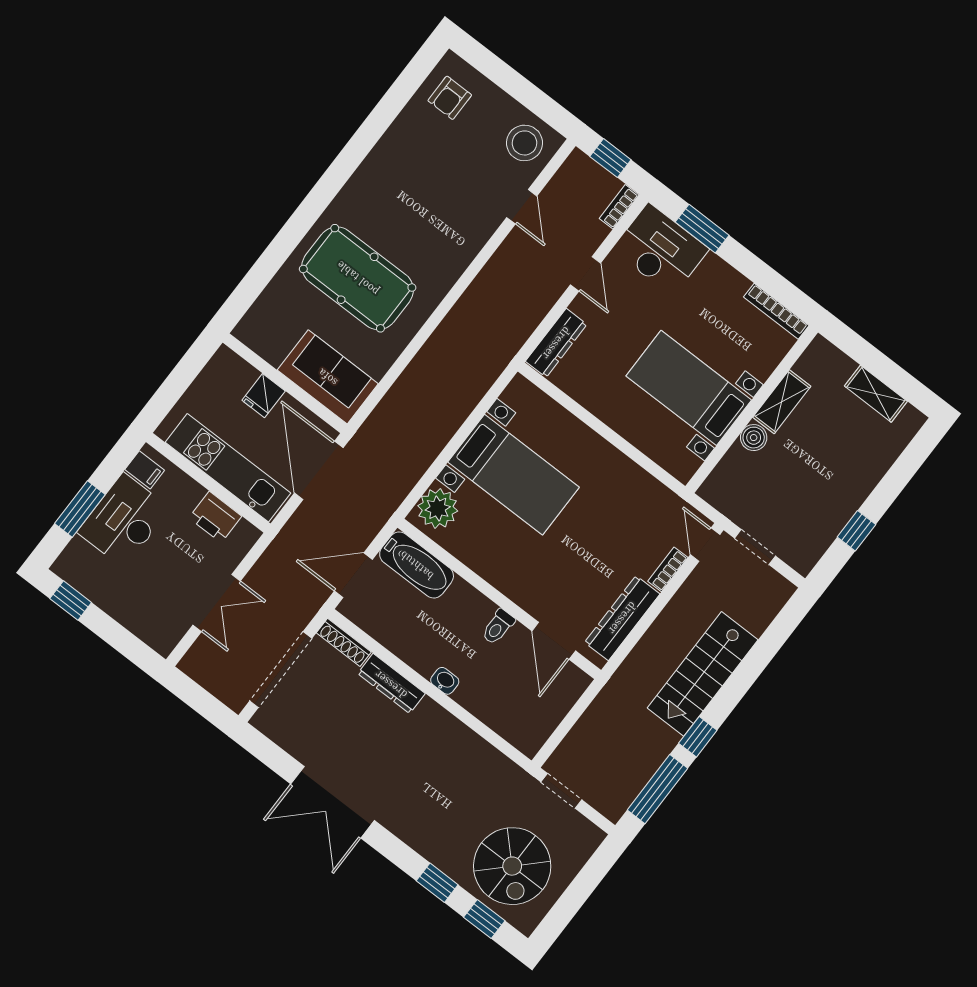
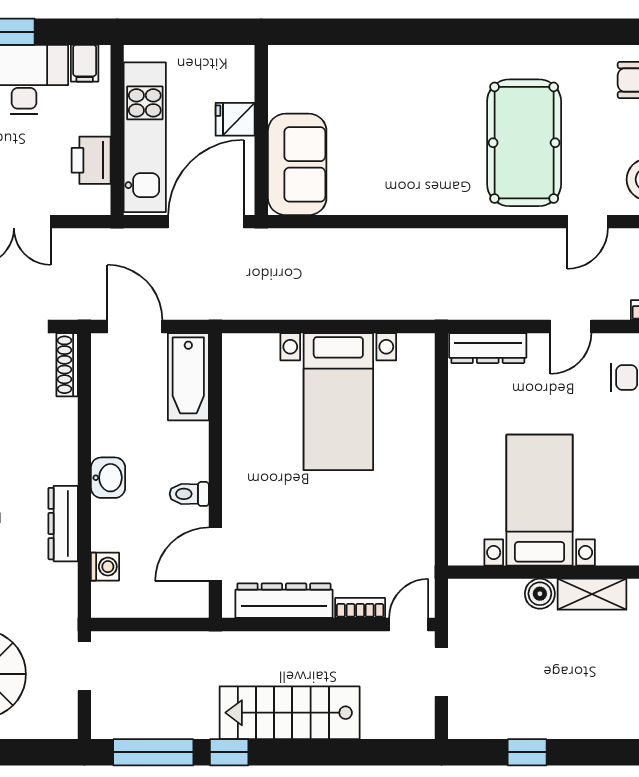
pool table: (358, 278) -> (524, 143), moved
plant: (438, 508) -> (255, 356), removed
washbasin: (445, 681) -> (108, 478), width x1.38, depth x1.45
dresser: (391, 684) -> (63, 524), moved
washing machine: (503, 724) -> (105, 567), added

